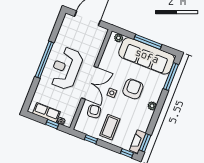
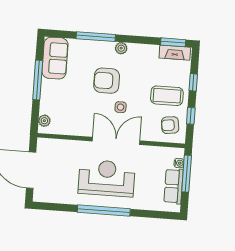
sofa: (147, 56) -> (55, 58), width x0.54, depth x0.79
reception desk: (66, 68) -> (107, 178), turned 180
window: (171, 77) -> (96, 37), moved
armchair: (94, 111) -> (170, 125), moved
window: (52, 124) -> (187, 174), width x2.17
window: (127, 153) -> (193, 82), moved

